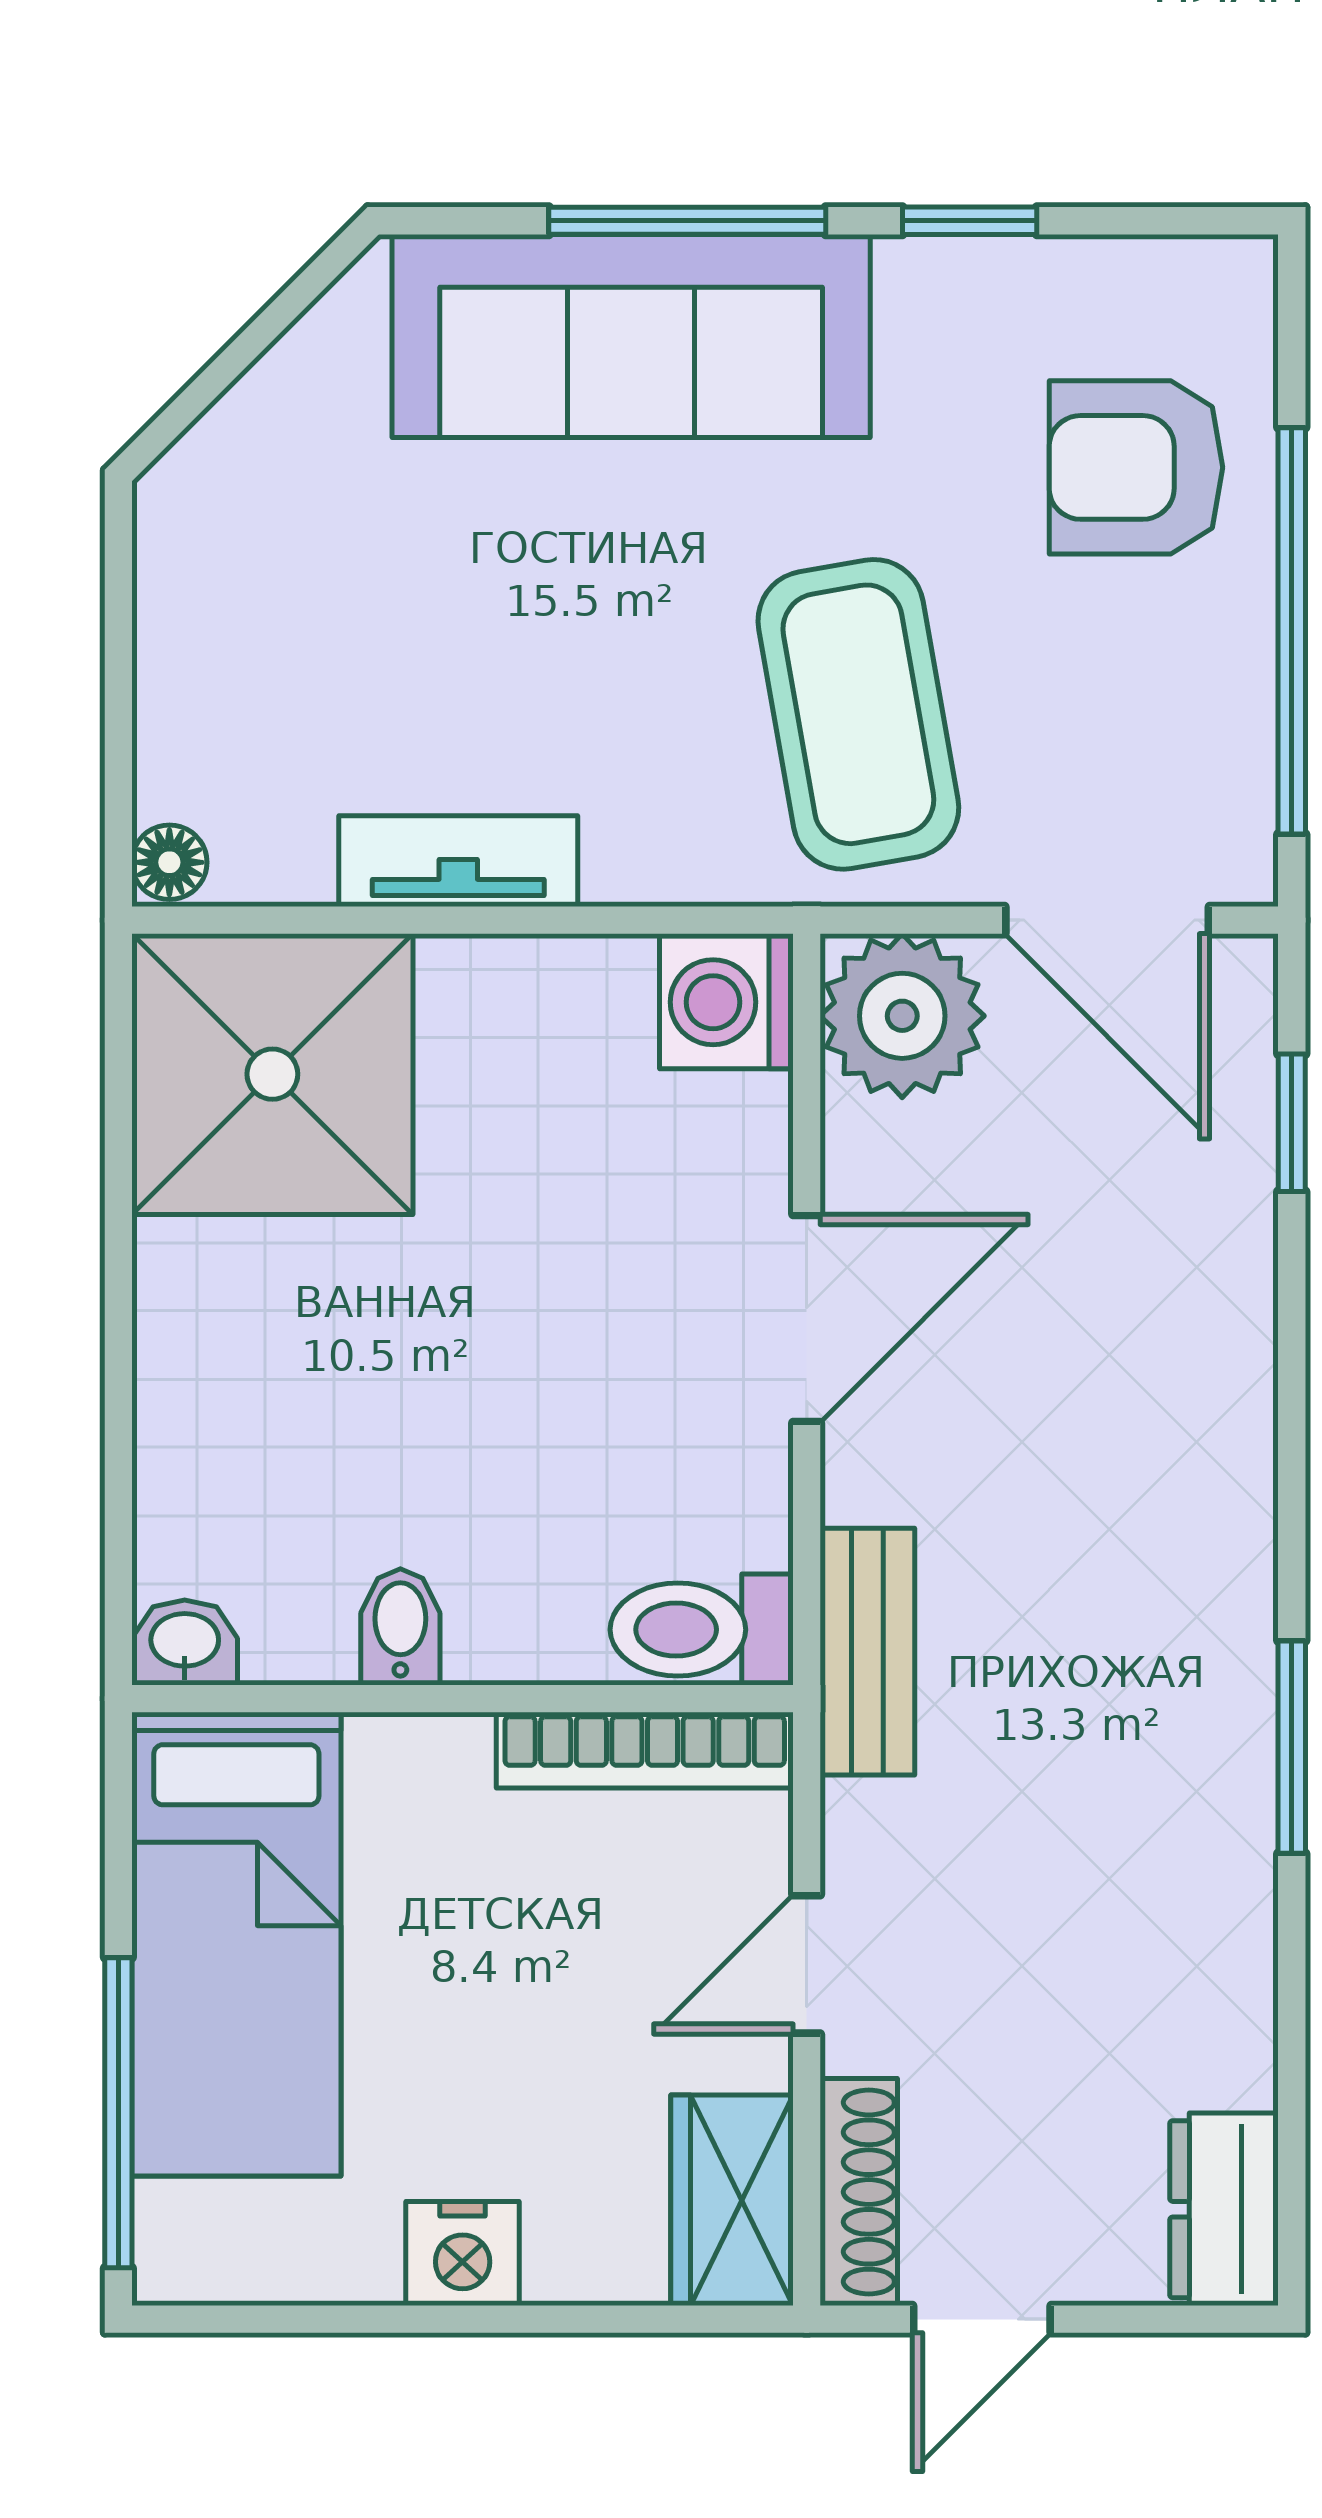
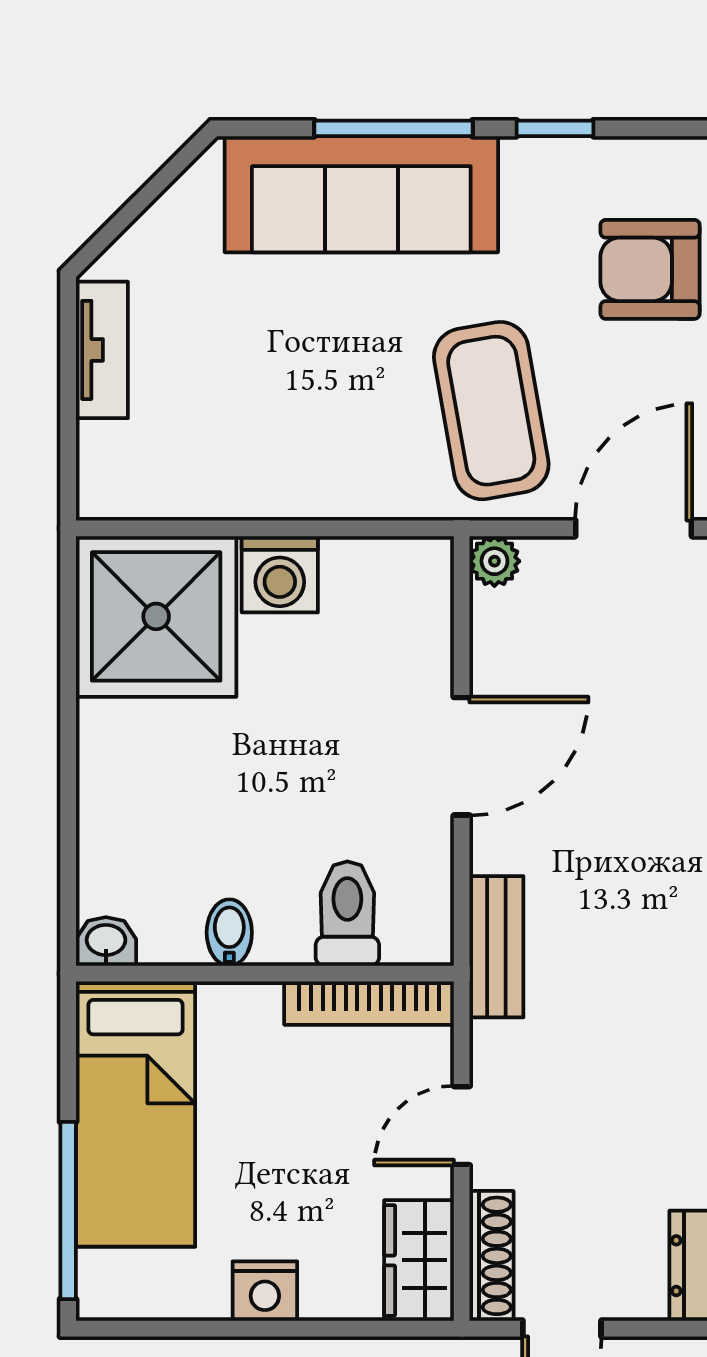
tv unit: (458, 861) -> (102, 350), moved, turned 90
floor lamp: (169, 862) -> (97, 495), removed
door: (1107, 920) -> (634, 528), swing flipped
washing machine: (726, 1002) -> (280, 574), moved, turned -90
plant: (902, 1016) -> (494, 561), width x0.53, depth x0.53
toilet: (702, 1630) -> (347, 914), moved, turned 90

